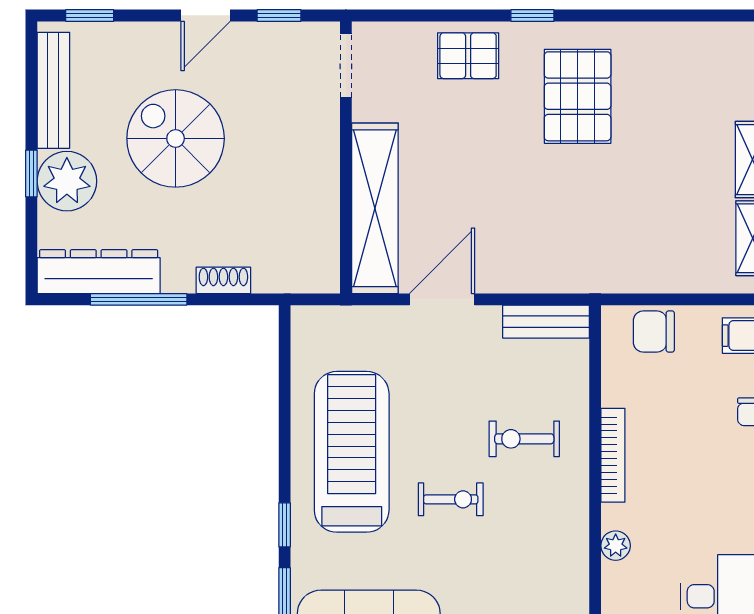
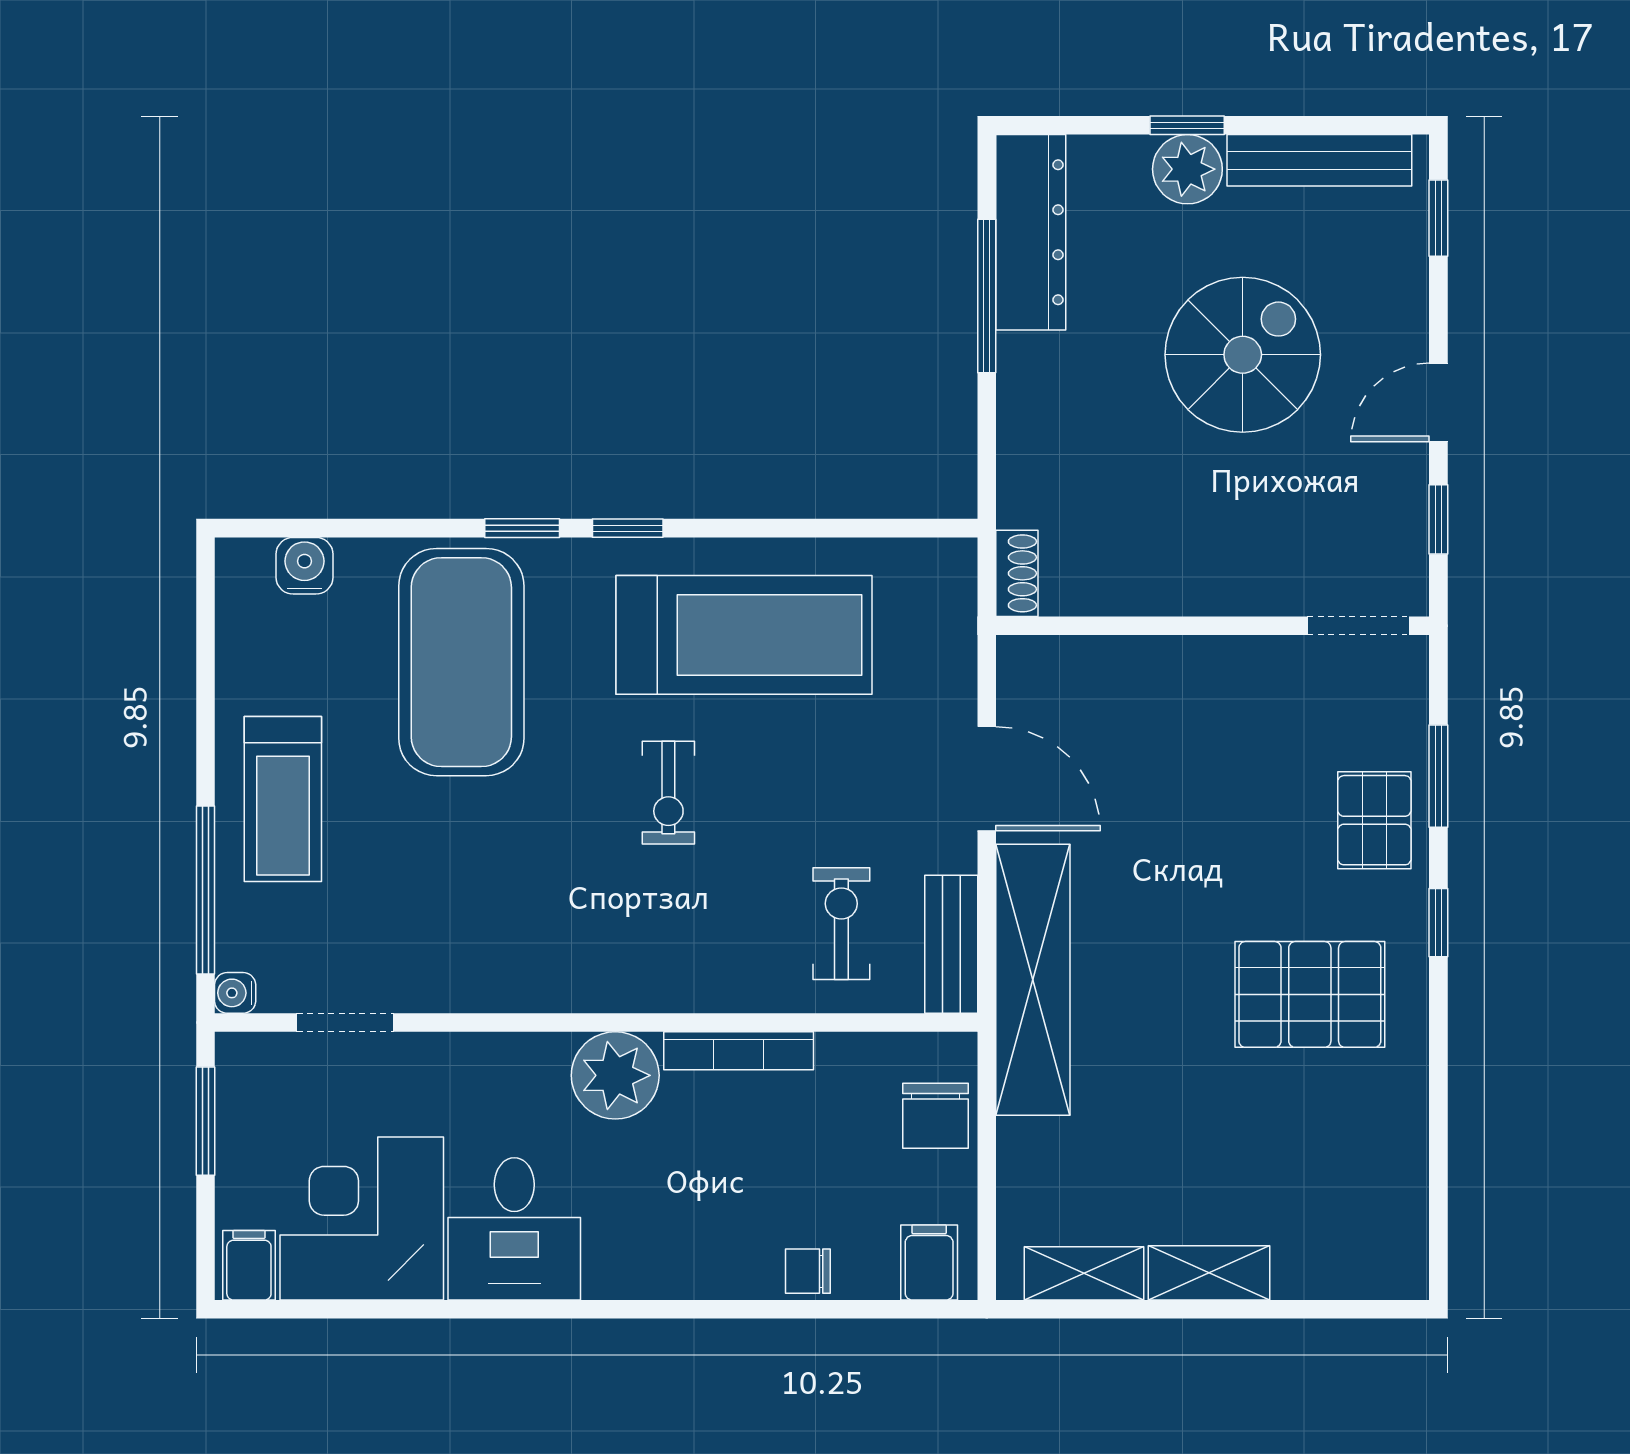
door: (206, 15) -> (1438, 402), hinge flipped
window: (440, 15) -> (1438, 776), added
plant: (67, 181) -> (1187, 169), width x0.73, depth x0.73
shelving: (375, 208) -> (1033, 980), moved, turned 90
shoe rack: (223, 280) -> (1017, 573), moved
chair: (654, 331) -> (936, 1116), turned 180
exercise bike: (524, 439) -> (841, 924), moved
plant: (616, 546) -> (615, 1075), width x1.88, depth x1.88

